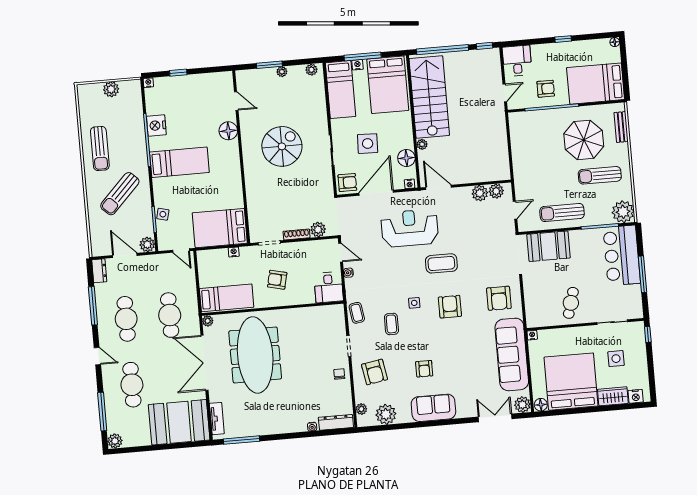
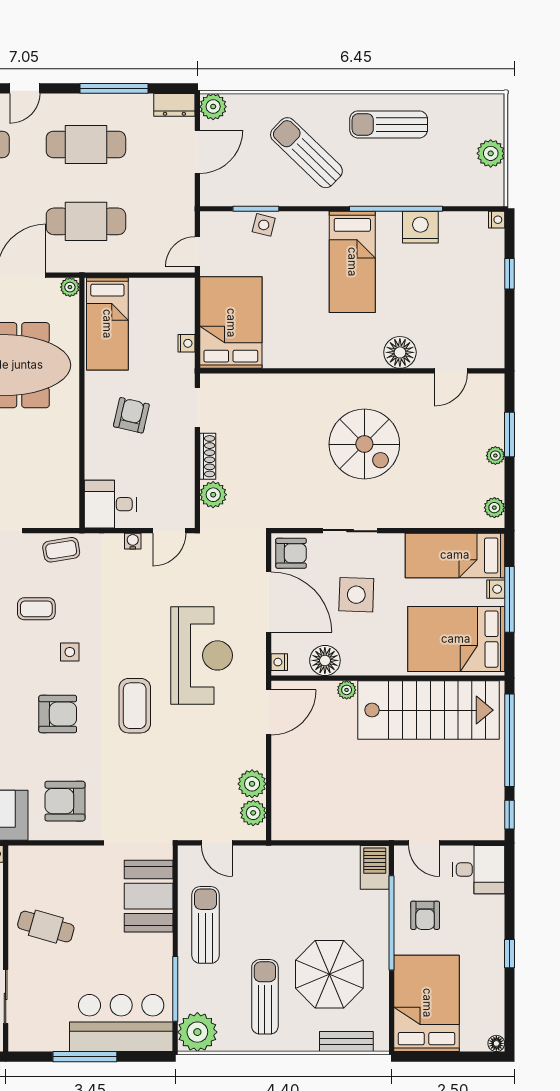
barbecue: (521, 120) -> (375, 867), added
armchair: (347, 183) -> (291, 553), turned -90
plant: (147, 244) -> (213, 107), moved

